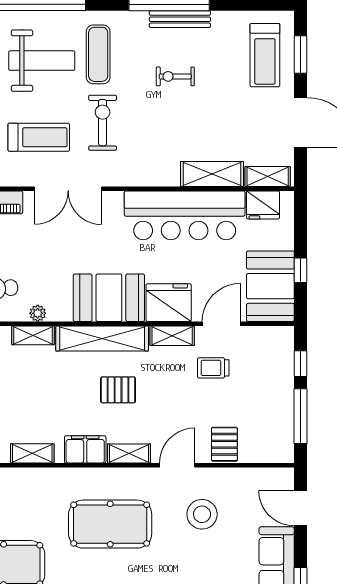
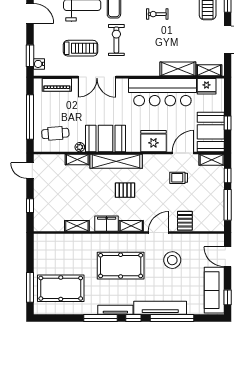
booth: (109, 298) -> (105, 138), moved
shelving: (172, 336) -> (212, 160), moved

